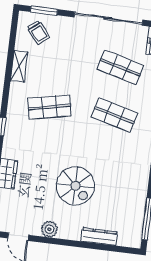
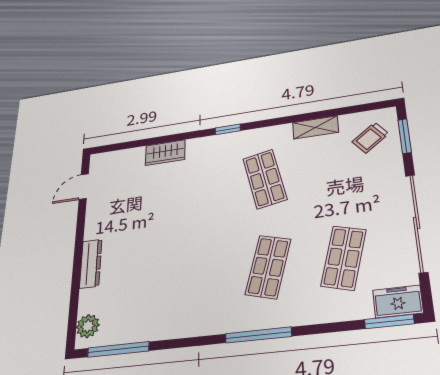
spiral stairs: (75, 186) -> (158, 239), removed
plant: (49, 229) -> (88, 326), moved
dresser: (99, 237) -> (91, 264), moved

